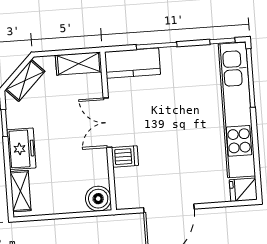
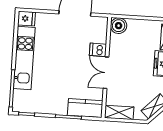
kitchen unit: (237, 110) -> (24, 58), width x0.73
double door: (108, 123) -> (106, 73), swing flipped

